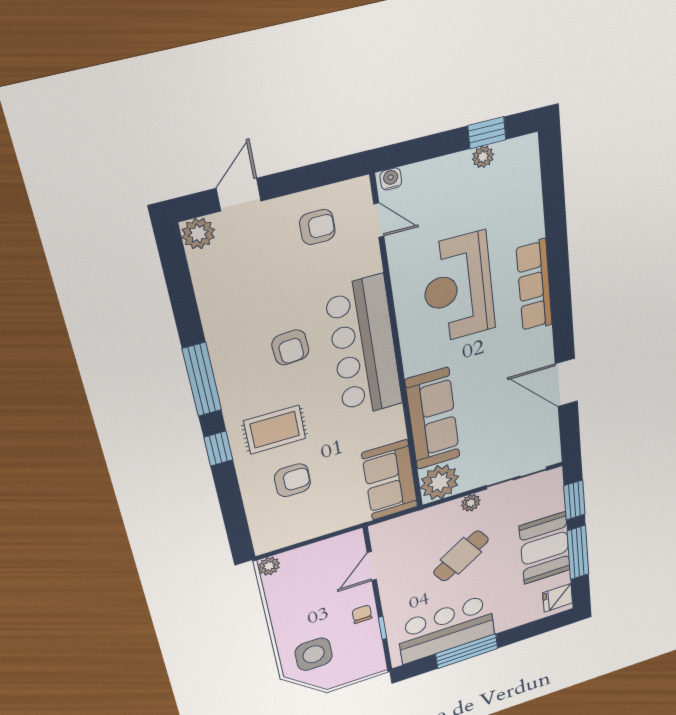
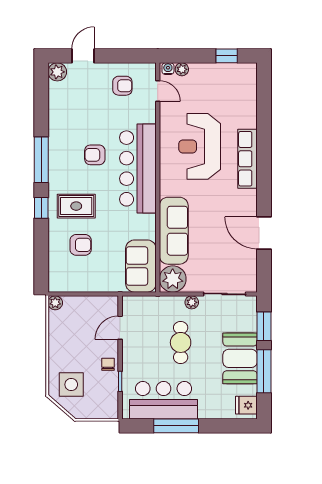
plant: (483, 157) -> (182, 69), moved
armchair: (290, 347) -> (95, 155), turned 94
cafe table: (461, 556) -> (181, 342), turned -56

